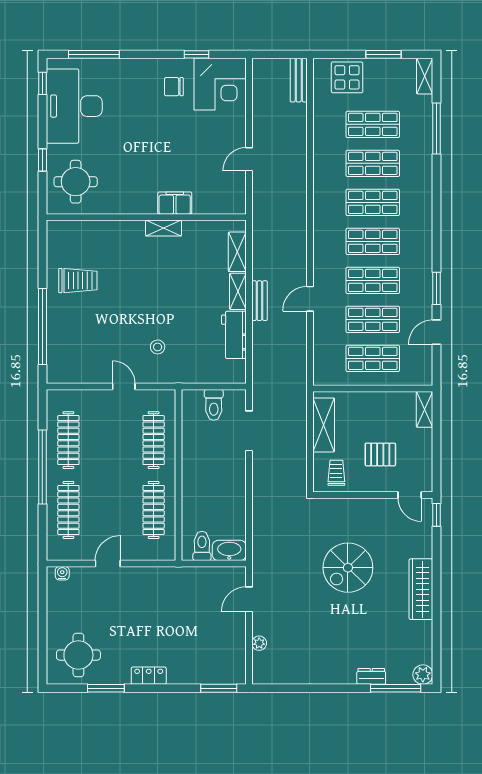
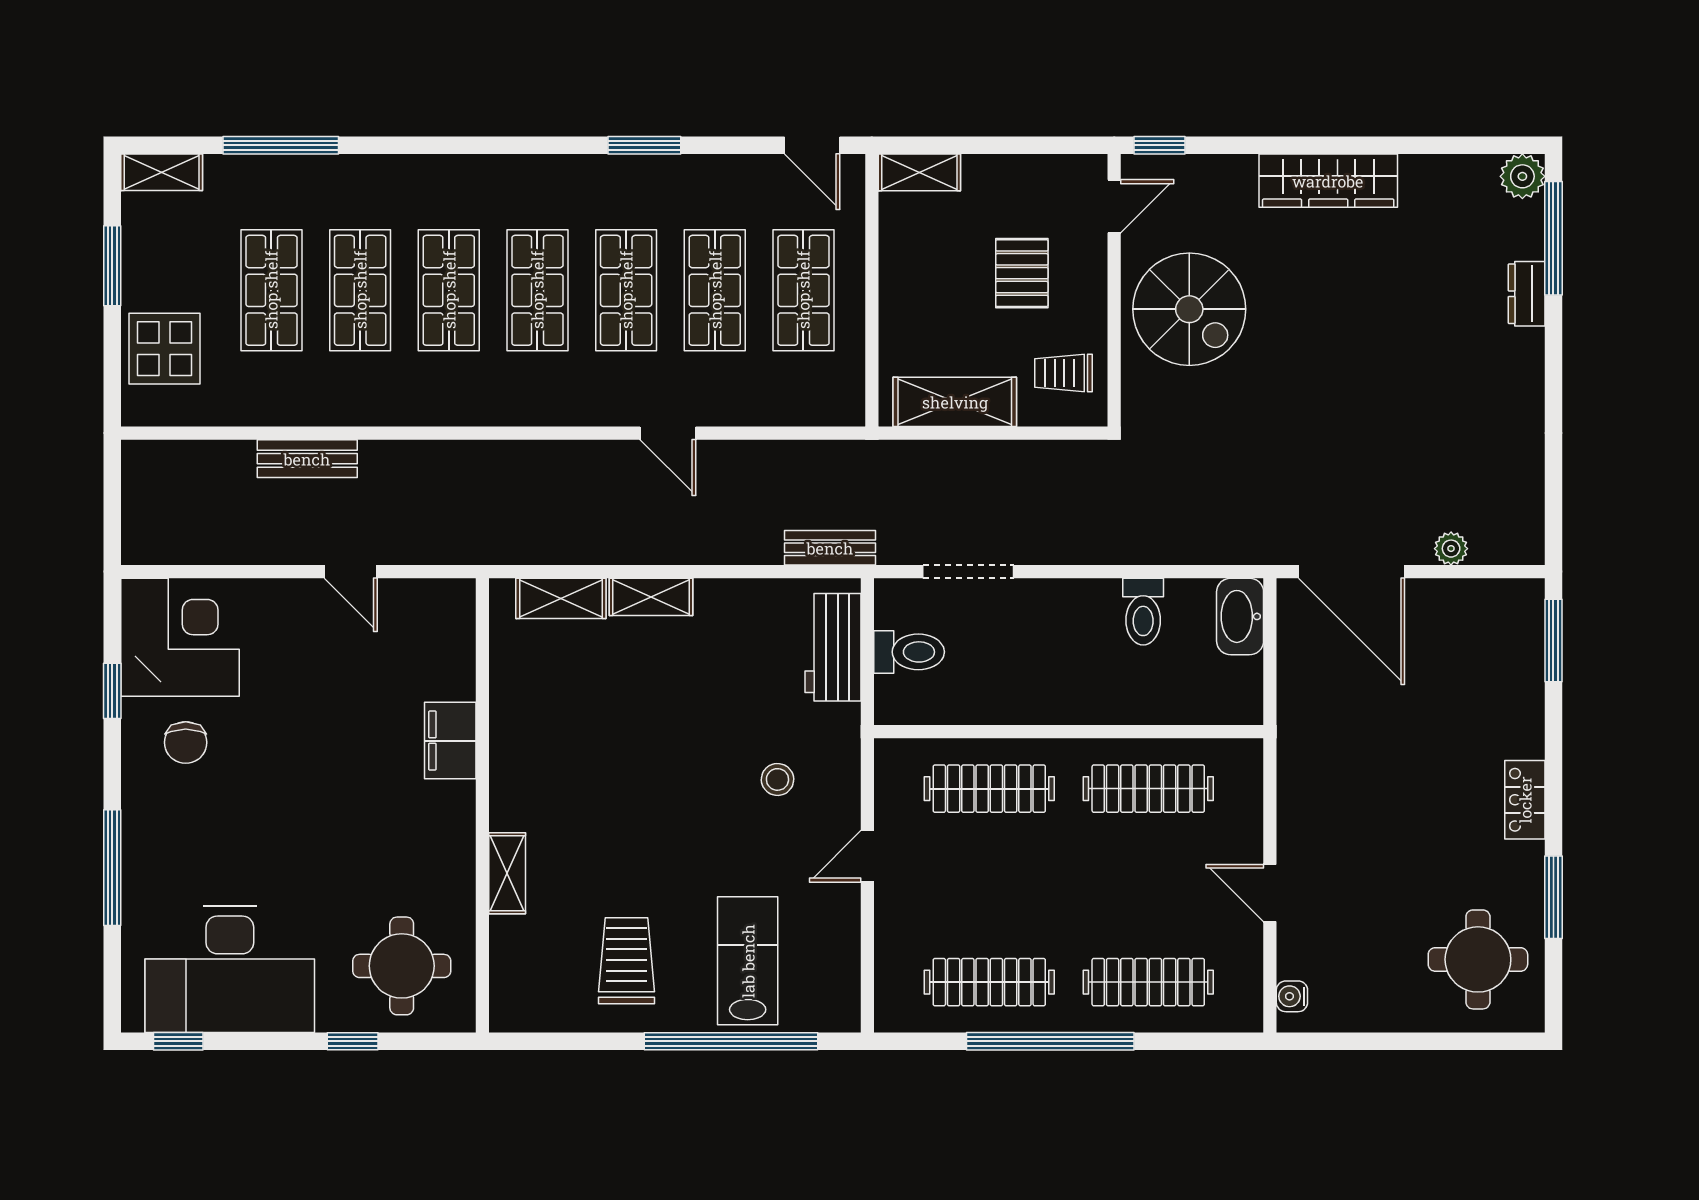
window: (94, 54) -> (112, 868), moved
bench: (299, 80) -> (307, 459), moved
shelving: (164, 228) -> (507, 873), moved
bench: (259, 301) -> (830, 548), moved
door: (436, 332) -> (812, 145), moved
lab bench: (78, 334) -> (748, 961), added
workbench: (234, 335) -> (833, 647), moved, turned 90
toilet: (202, 546) -> (1143, 612), moved, turned -90
spiral stairs: (348, 568) -> (1189, 309), moved
door: (249, 599) -> (1351, 572), width x1.87

